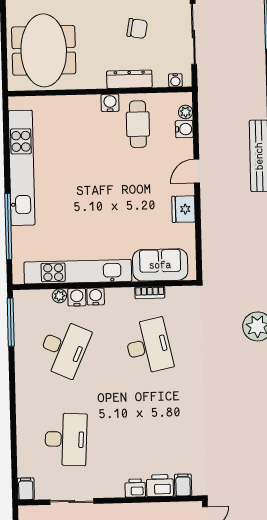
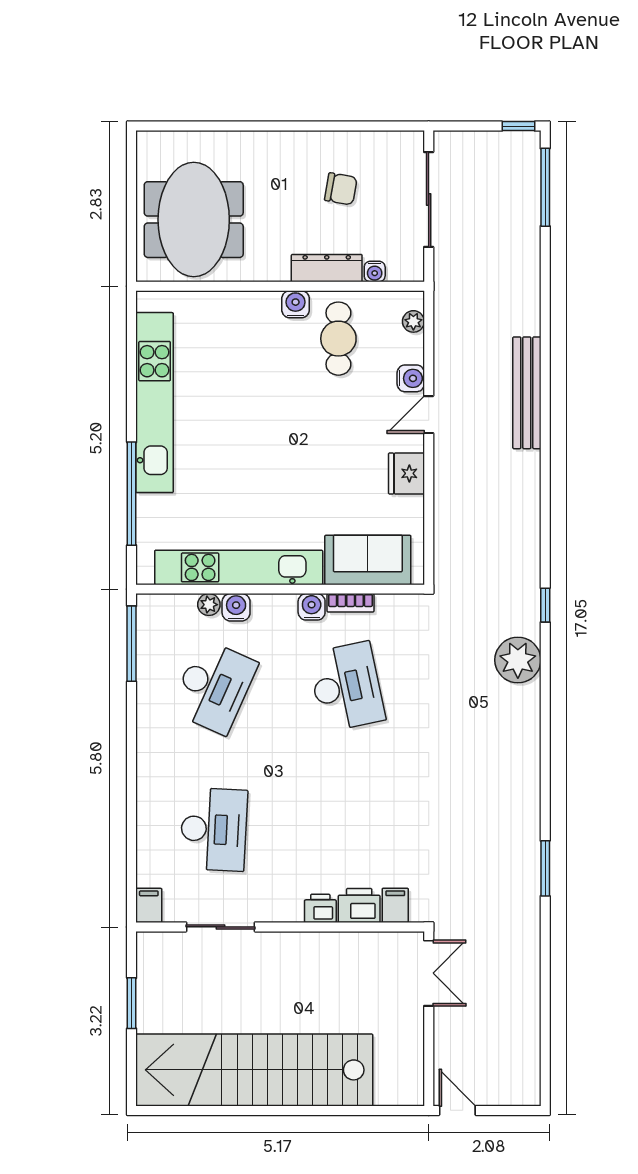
water cooler: (175, 80) -> (375, 271), moved
water cooler: (184, 129) -> (411, 378), moved
water cooler: (96, 296) -> (312, 607), moved

